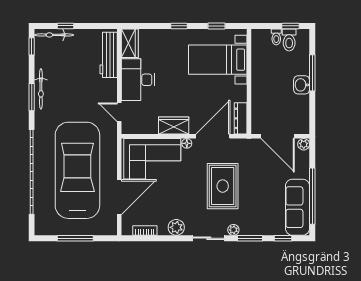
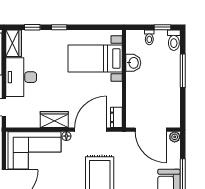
window: (216, 26) -> (32, 27), moved
toilet: (289, 40) -> (174, 40), moved
washbasin: (302, 85) -> (133, 63), moved, turned 180
dresser: (241, 118) -> (116, 117), width x0.70

